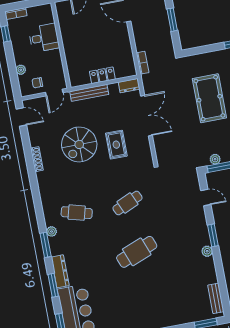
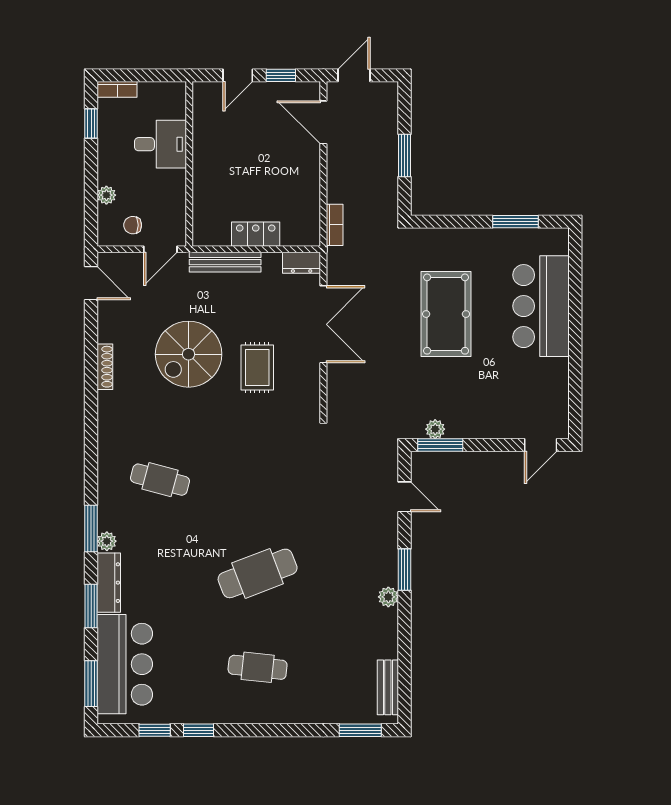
cafe table: (127, 203) -> (258, 667), moved, turned 30
plant: (52, 231) -> (107, 541), moved

